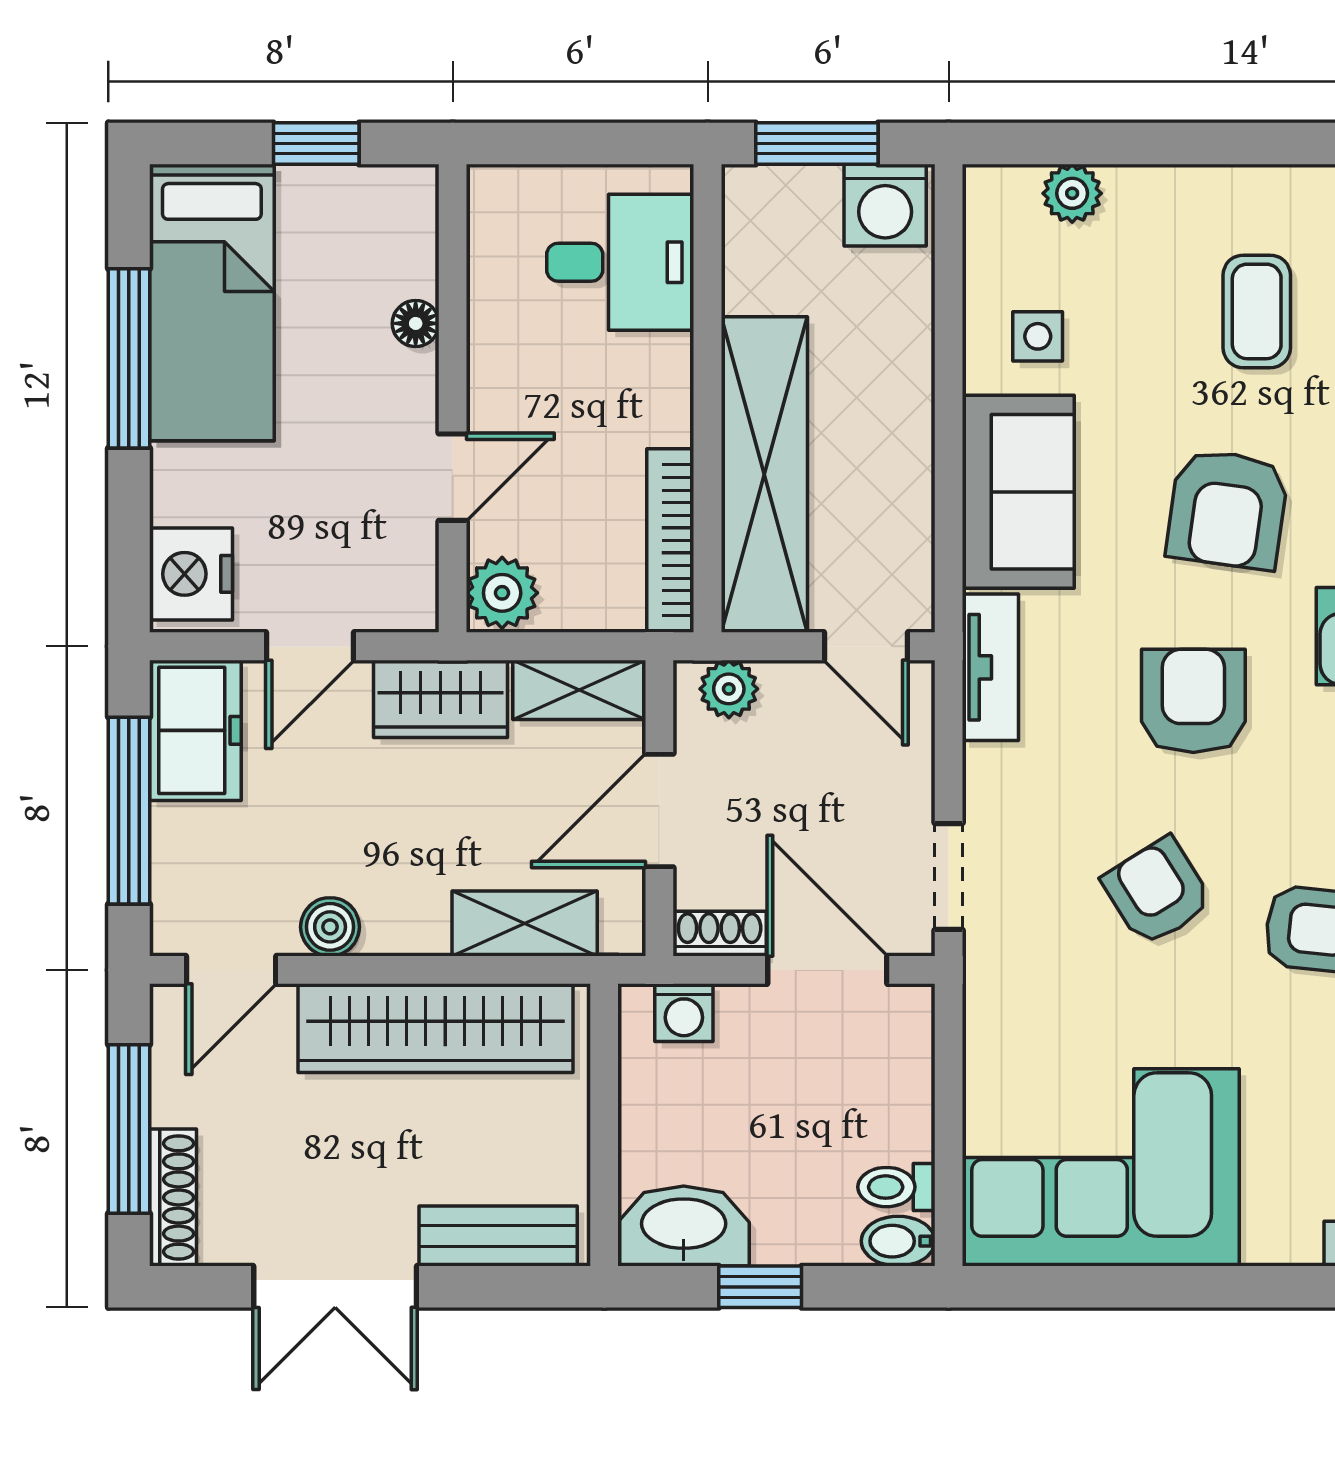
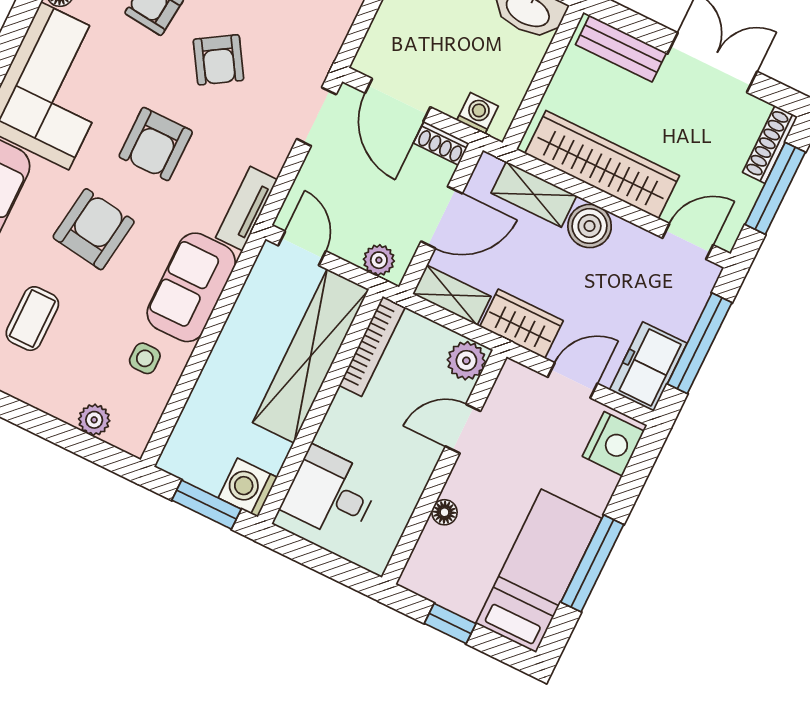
washing machine: (885, 205) -> (248, 488), moved, turned -90
boiler: (330, 927) -> (590, 226), moved, width x1.36, depth x1.36

